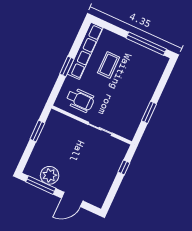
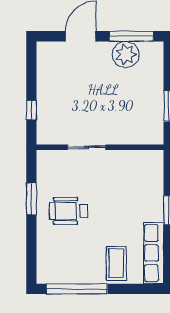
row of seats: (85, 51) -> (154, 253), width x0.73
coffee table: (109, 65) -> (116, 263), moved
wheelchair: (80, 100) -> (69, 211), moved

